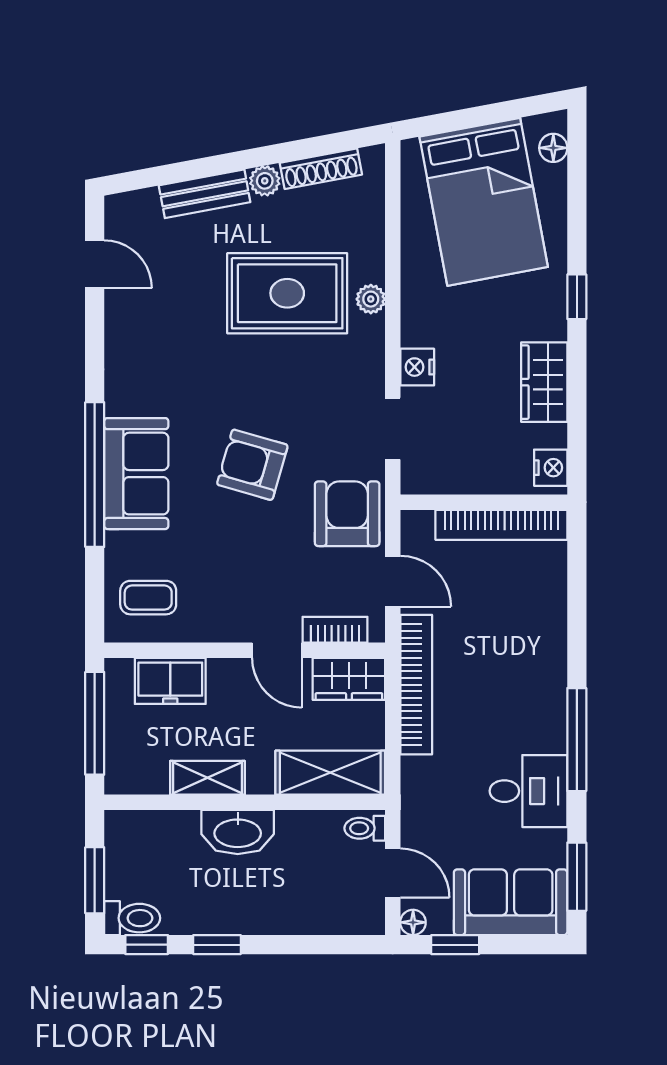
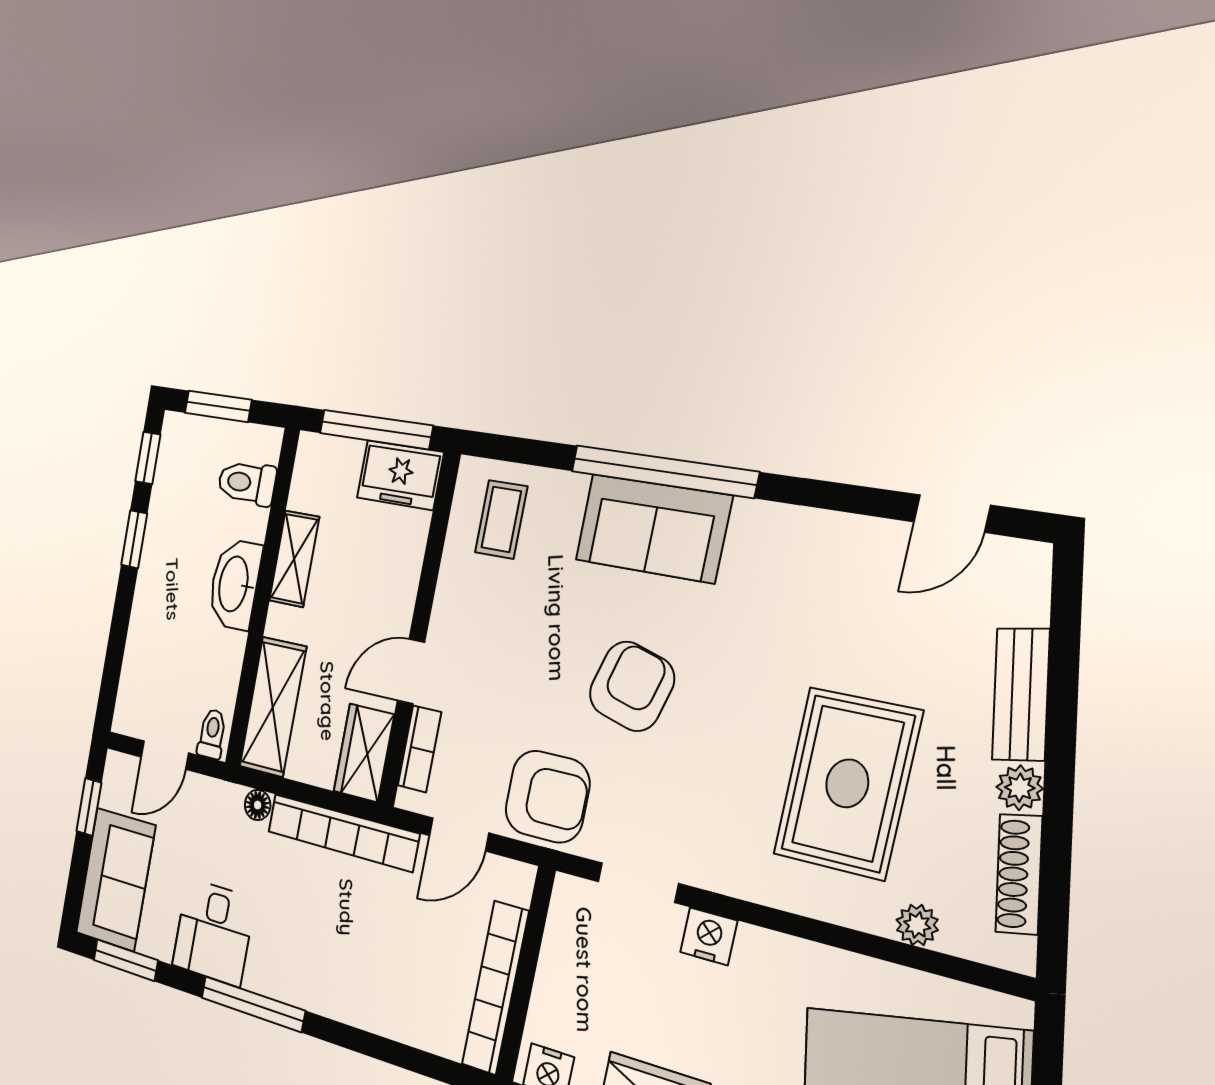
plant: (371, 299) -> (917, 925), moved
freezer: (170, 681) -> (400, 475), moved, turned -90
toilet: (132, 918) -> (247, 483), moved, turned 90
floor lamp: (413, 922) -> (258, 805), moved

